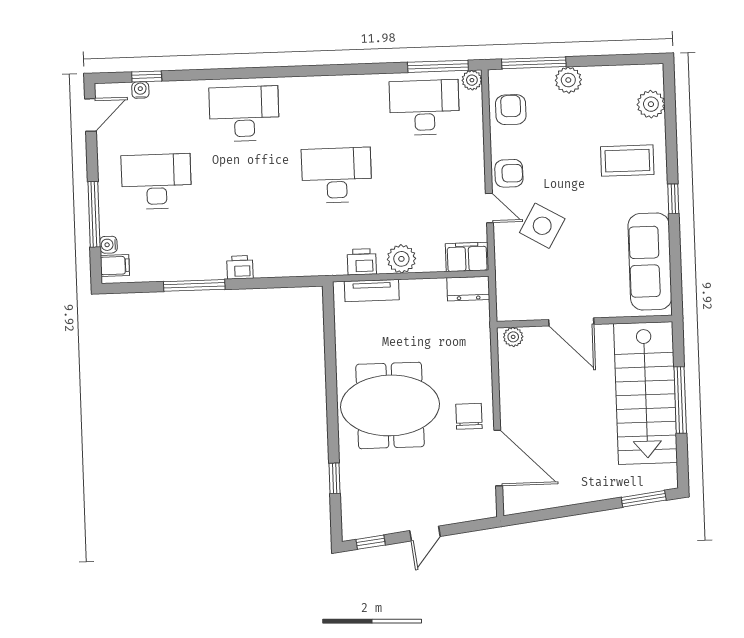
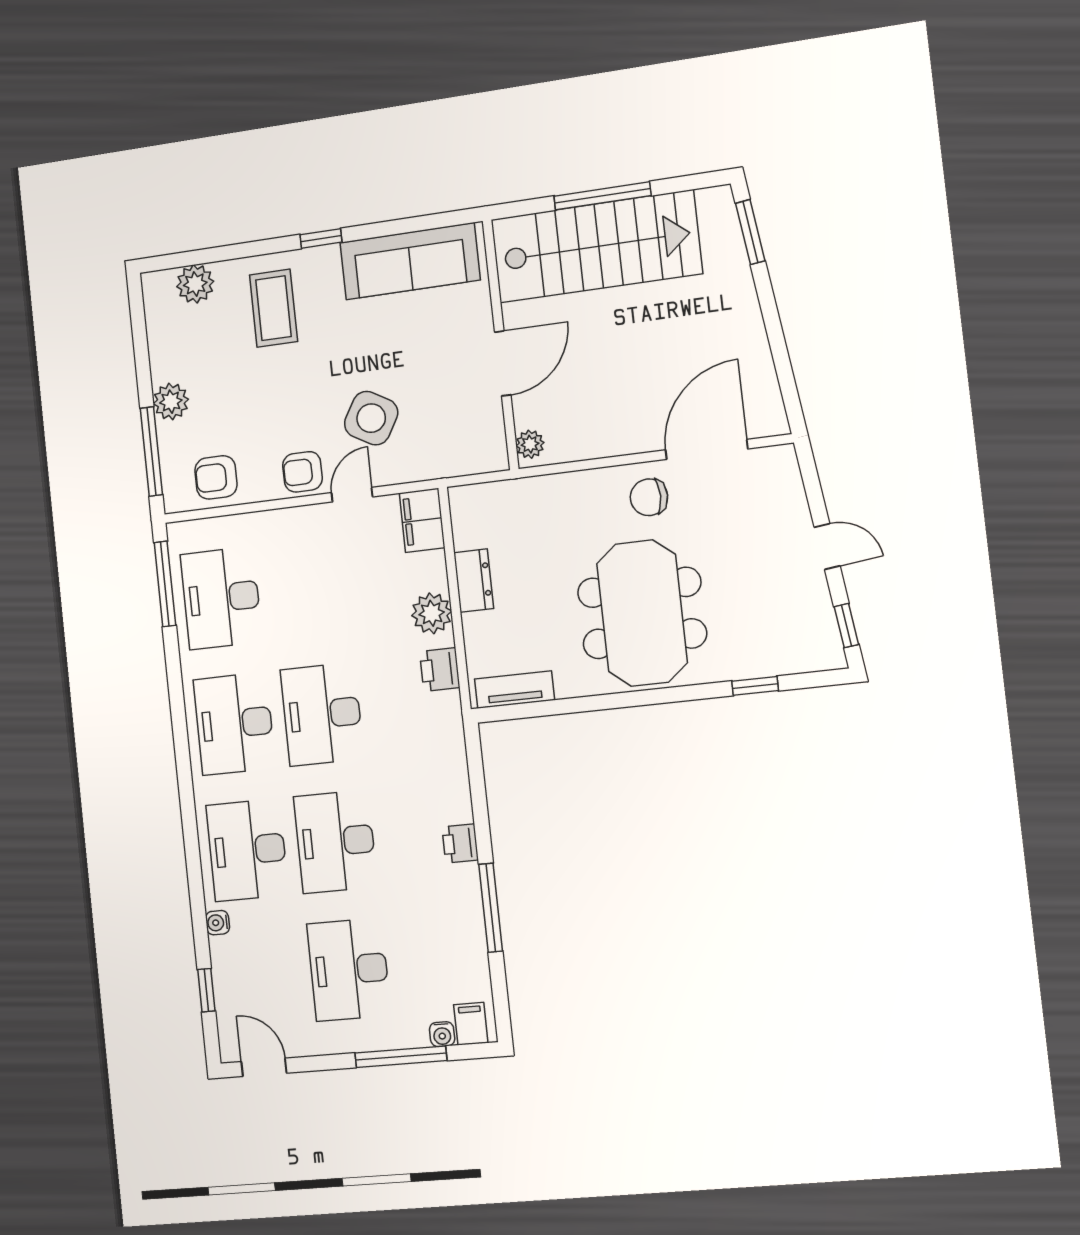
plant: (472, 80) -> (180, 535), removed
water cooler: (140, 90) -> (218, 923), moved
desk: (334, 111) -> (234, 724), added
armchair: (509, 173) -> (303, 472), turned -90
desk: (246, 178) -> (335, 842), added
dresser: (468, 289) -> (474, 581), moved
tv unit: (372, 291) -> (514, 690), moved, turned -90

